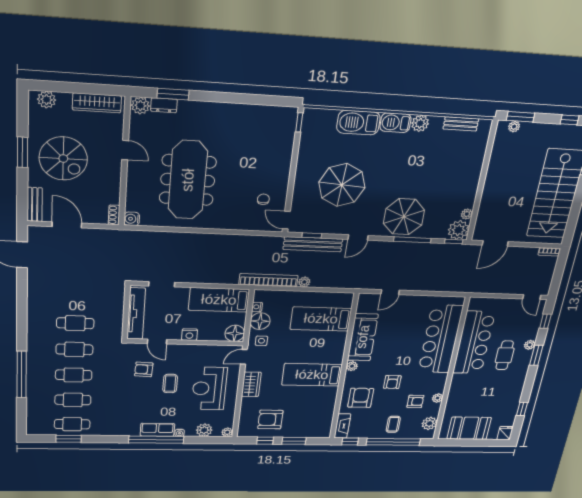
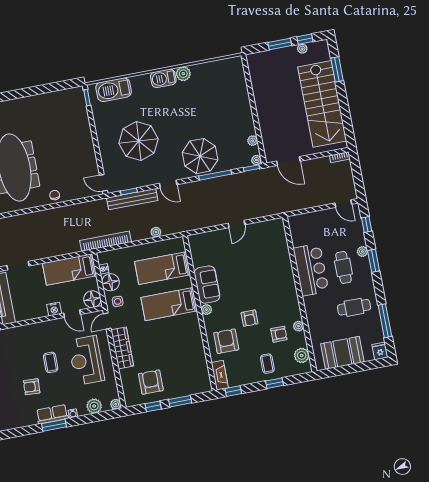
window: (521, 117) -> (280, 44), moved
barbecue: (358, 123) -> (114, 90), moved
bench: (461, 124) -> (216, 66), removed
plant: (514, 127) -> (302, 49), moved
chair: (263, 199) -> (55, 195), moved
plant: (458, 230) -> (256, 160), width x0.53, depth x0.53
door: (358, 237) -> (168, 184), hinge flipped
door: (495, 243) -> (288, 161), hinge flipped
plant: (304, 282) -> (156, 232), moved
door: (390, 292) -> (237, 224), moved
sofa: (363, 337) -> (207, 285), width x0.73
bar counter: (441, 339) -> (277, 264), removed
door: (157, 342) -> (72, 314), moved
bar counter: (474, 343) -> (311, 270), width x0.73
armchair: (144, 369) -> (32, 387), moved
bed: (312, 375) -> (169, 304), moved
wardrobe: (251, 384) -> (122, 348), width x1.50
cafe table: (498, 392) -> (354, 307), added
window: (522, 409) -> (385, 321), width x2.17
armchair: (270, 420) -> (151, 382), turned 90
window: (156, 440) -> (54, 425), width x0.47
window: (393, 442) -> (275, 383), width x0.32

